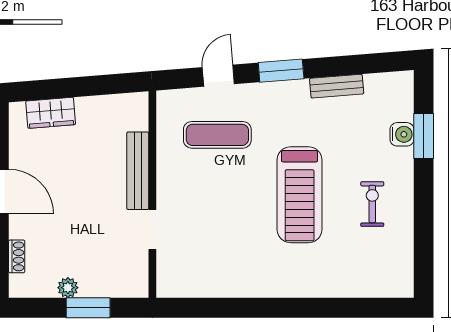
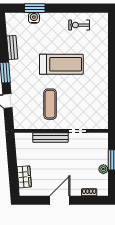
exercise mat: (217, 135) -> (50, 104), moved
exercise bike: (372, 204) -> (79, 25), moved

